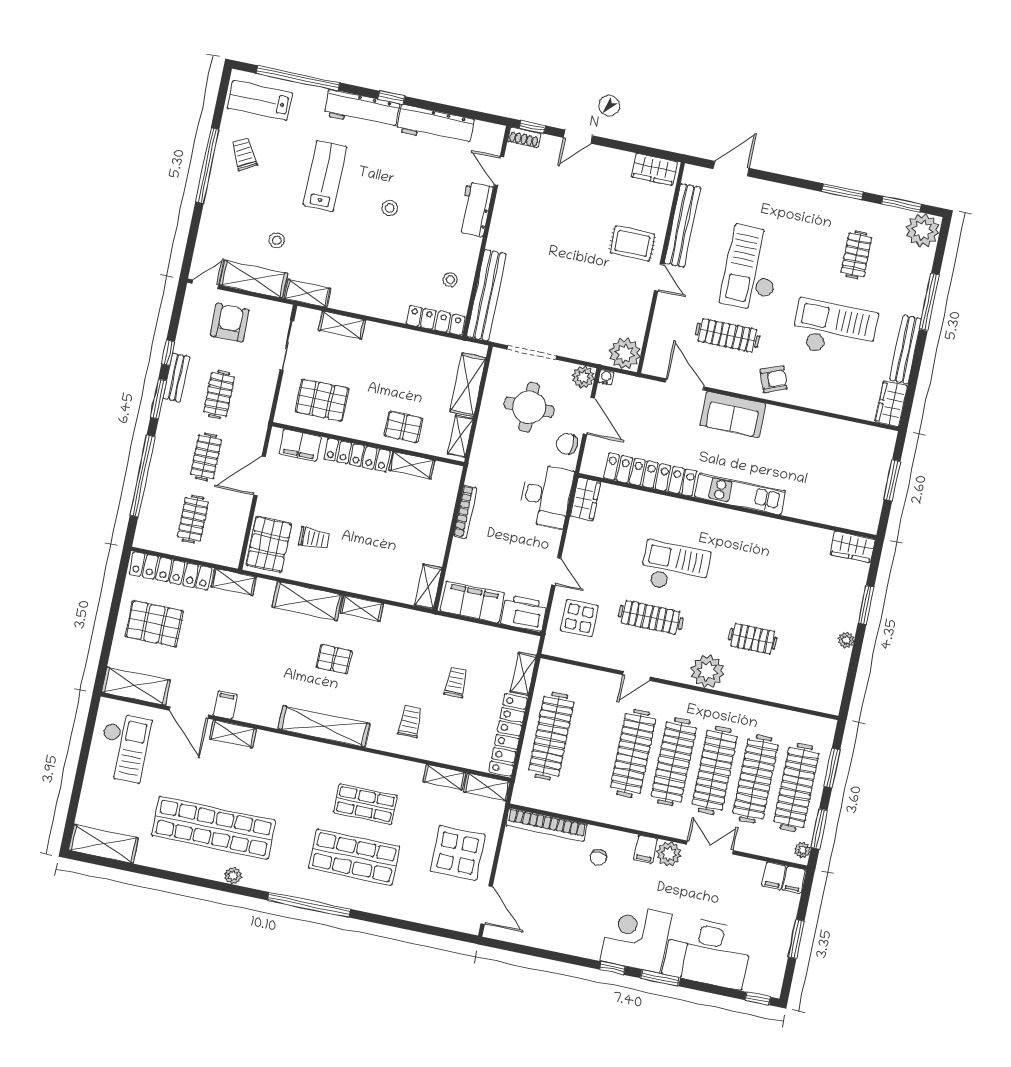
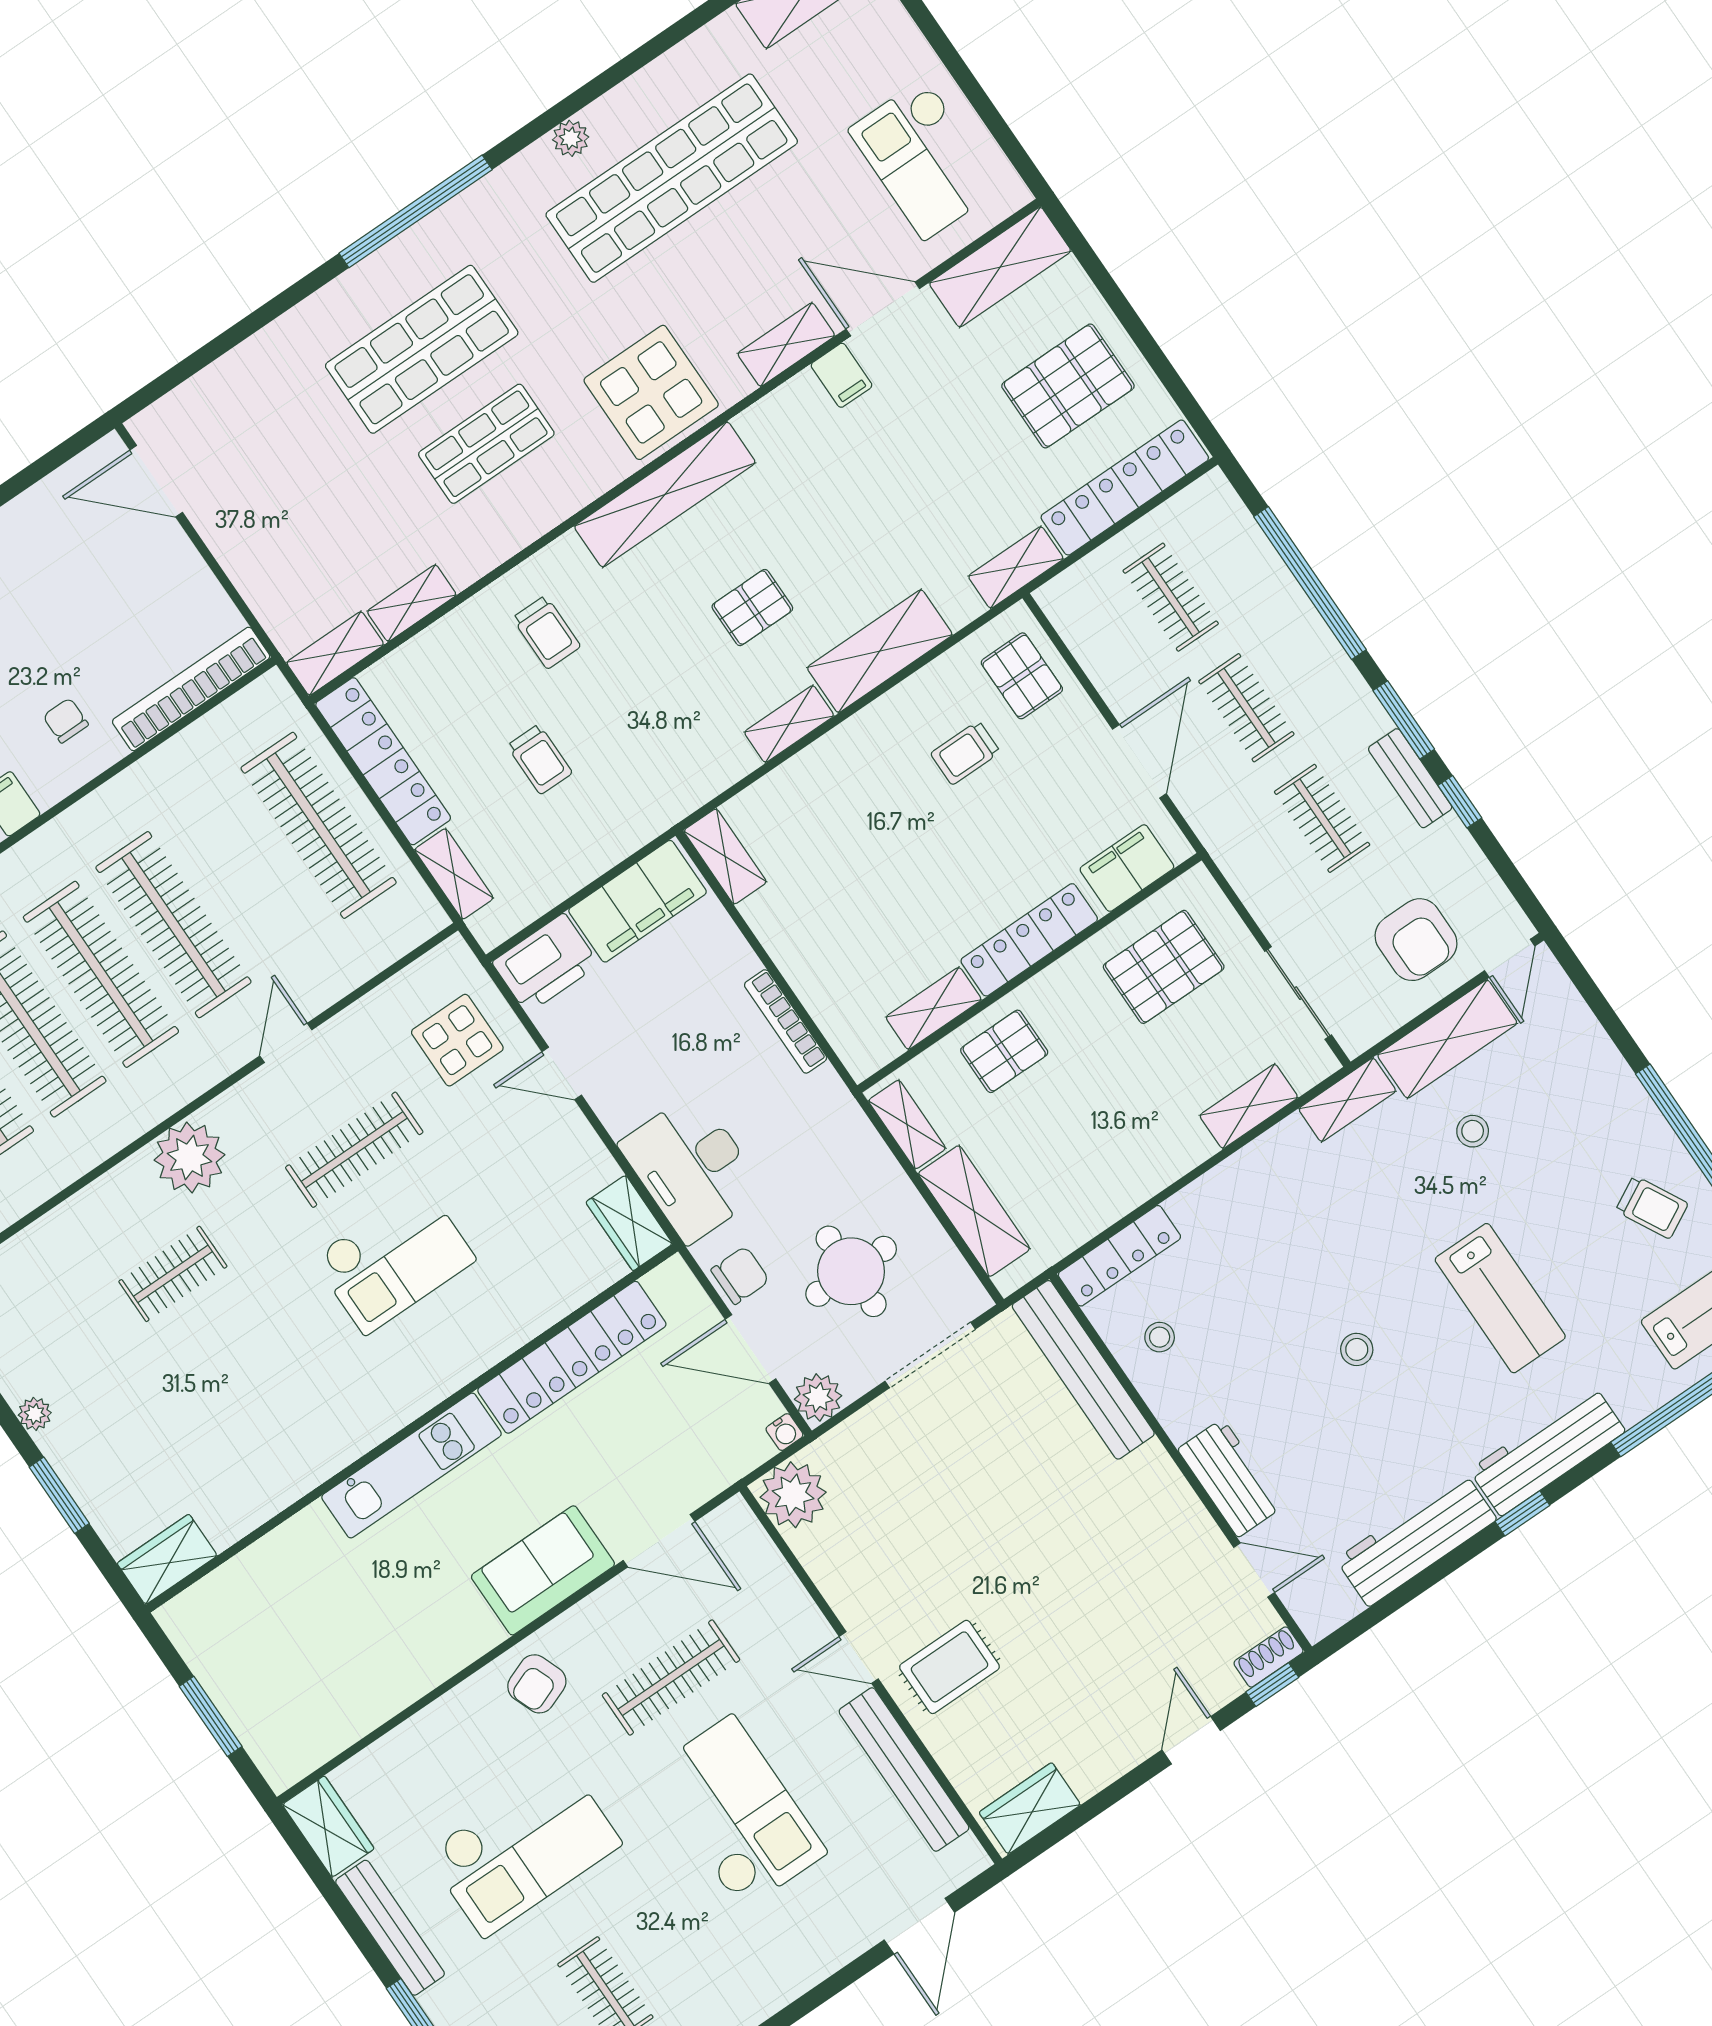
pallet: (269, 544) -> (1022, 676), width x0.67, depth x0.71
display table: (458, 853) -> (651, 392), moved

